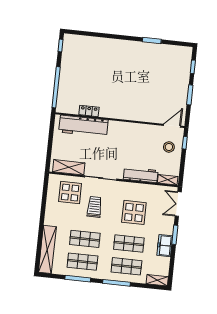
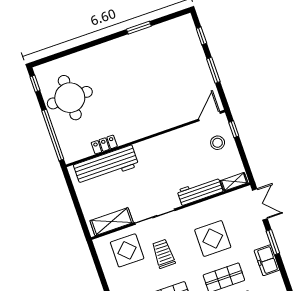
round table: (80, 67) -> (70, 98), added
double door: (178, 204) -> (260, 204), swing flipped

